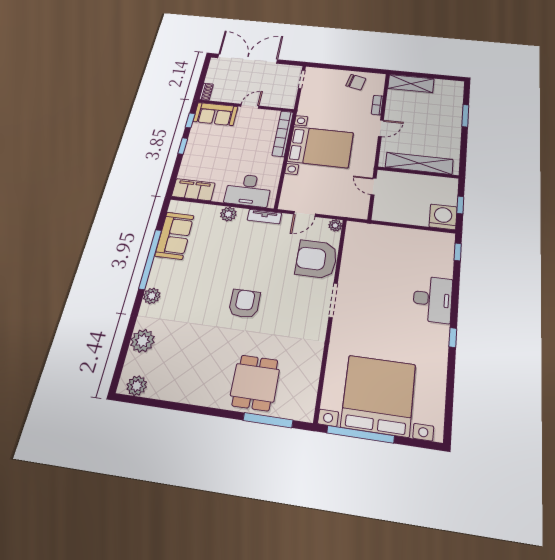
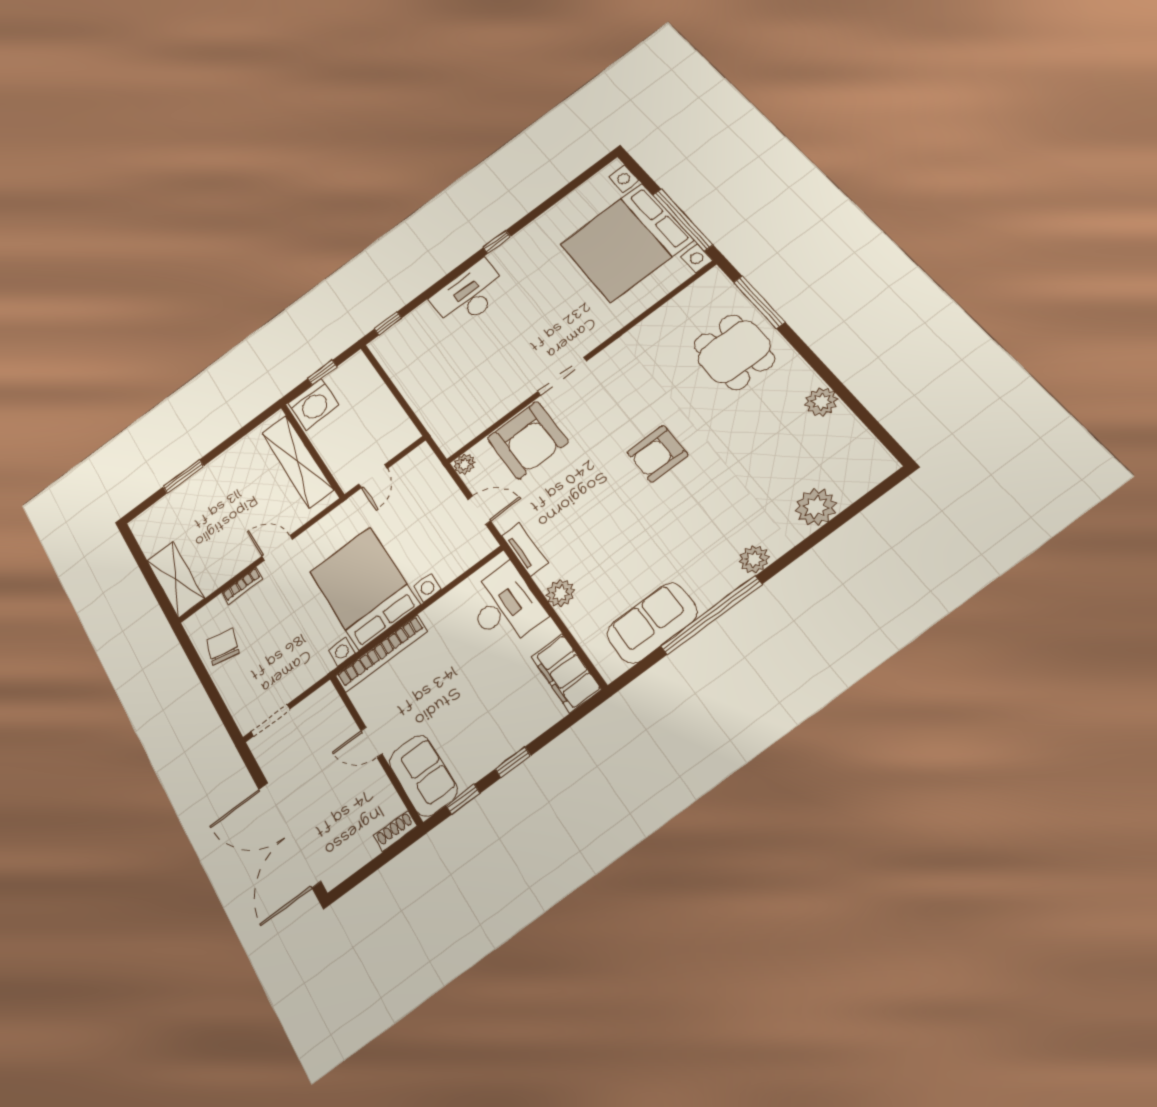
washing machine: (443, 217) -> (313, 404), moved, turned -90
dining table: (255, 383) -> (734, 352), turned 90
plant: (137, 386) -> (821, 402), moved

